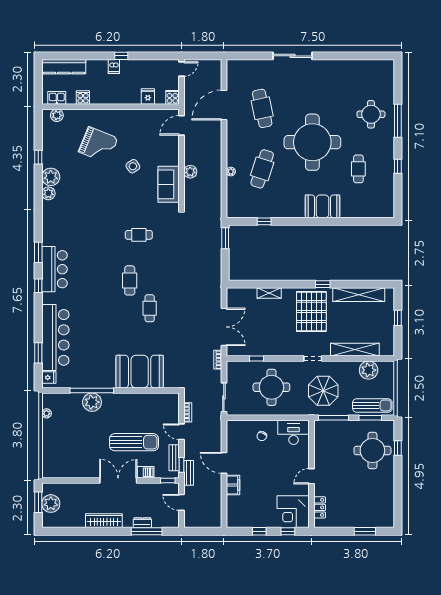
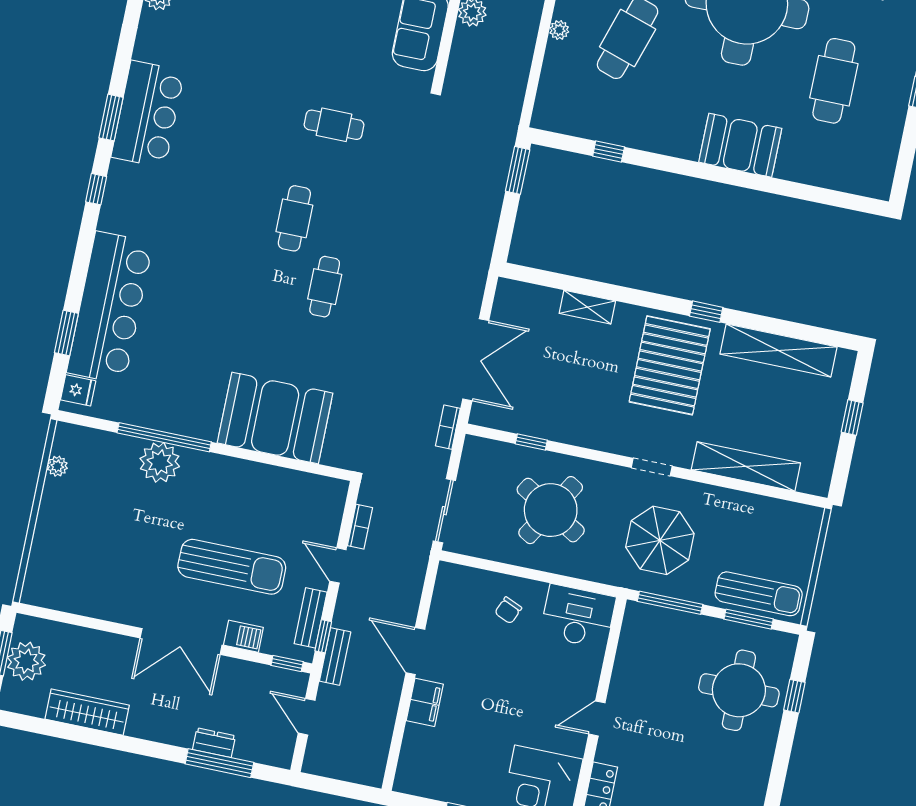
cafe table: (358, 169) -> (834, 81), width x1.37, depth x1.35
bar counter: (54, 269) -> (148, 114), moved
plant: (369, 370) -> (766, 516), removed
round table: (271, 387) -> (551, 510), turned 31
double door: (118, 480) -> (181, 642), swing flipped
wardrobe: (104, 521) -> (87, 712), moved

